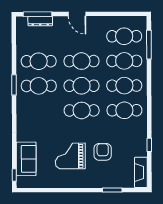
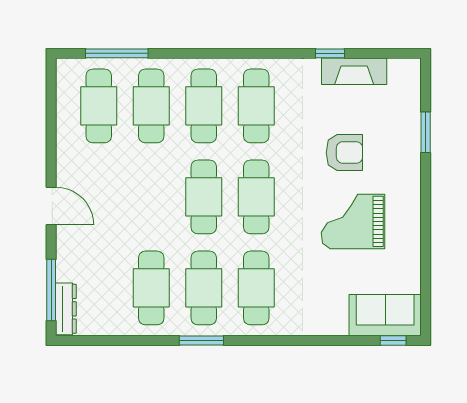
door: (77, 14) -> (51, 206), hinge flipped
dresser: (40, 21) -> (66, 309), moved
cafe table: (81, 61) -> (256, 288), moved
armchair: (103, 152) -> (344, 153), turned 180
grand piano: (70, 156) -> (353, 221), turned 90
sofa: (26, 159) -> (385, 315), moved
fireplace: (141, 172) -> (354, 71), moved

